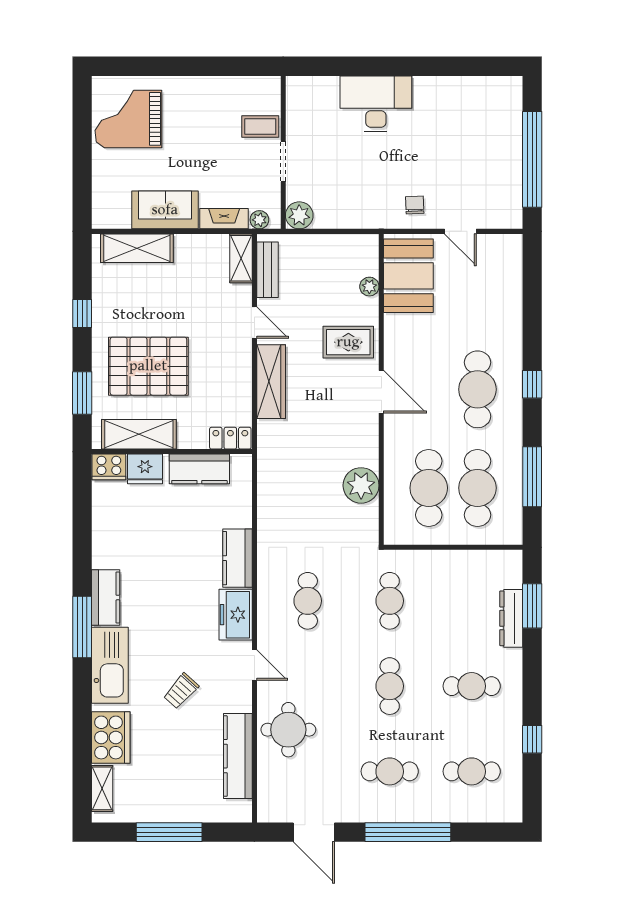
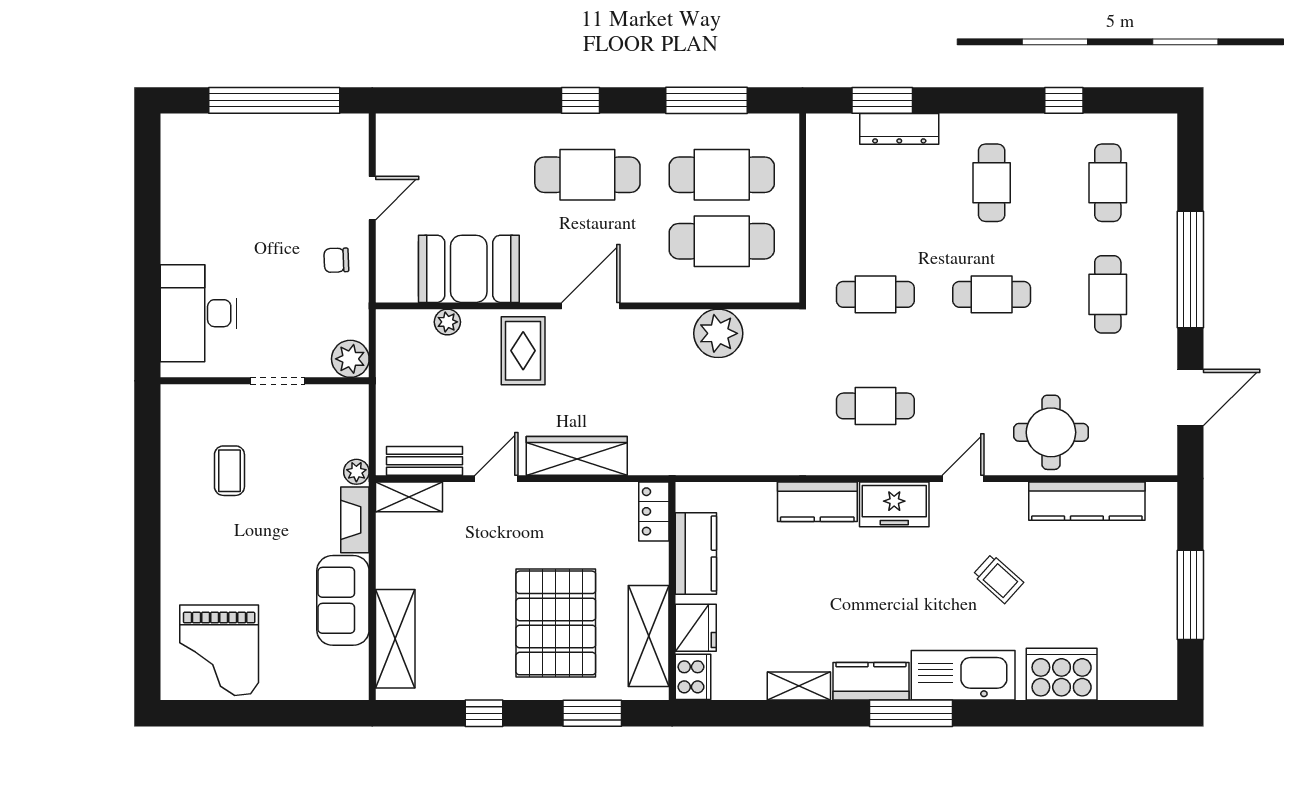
wall: (283, 152) -> (265, 381), moved
doorway: (283, 162) -> (278, 381), moved
plant: (299, 215) -> (350, 359), moved
booth: (408, 276) -> (469, 269), moved
shelving: (102, 788) -> (799, 686), moved

